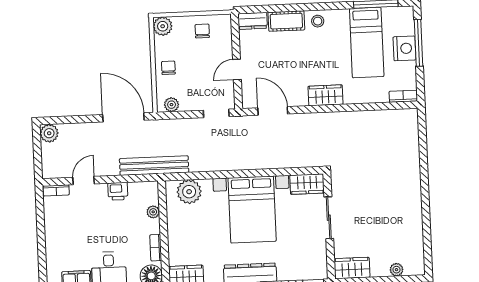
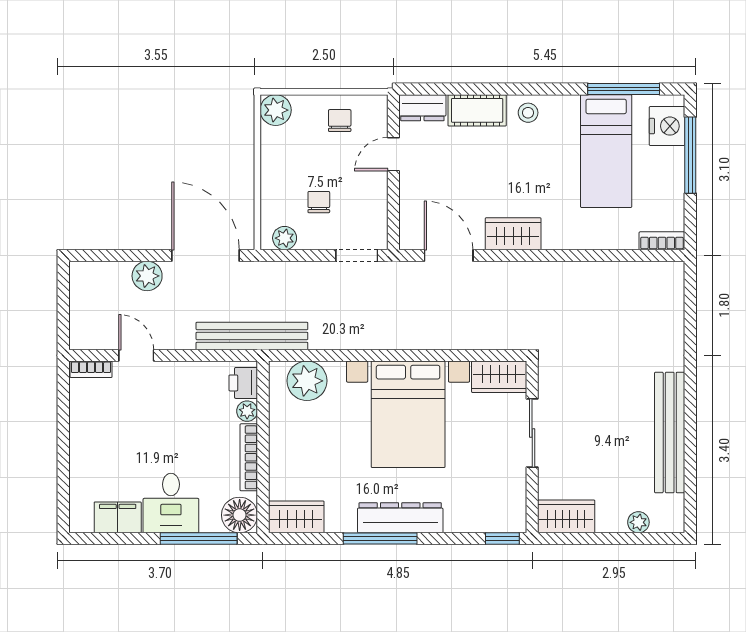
nightstand: (404, 48) -> (667, 126), moved
chair: (168, 68) -> (319, 202), moved
door: (237, 69) -> (393, 154), moved
wardrobe: (325, 95) -> (513, 234), moved
plant: (49, 133) -> (147, 276), moved
door: (84, 181) -> (136, 355), hinge flipped
printer: (118, 191) -> (243, 383), moved, turned 90
bench: (413, 214) -> (670, 433), added
bookcase: (156, 248) -> (249, 457), width x1.56

